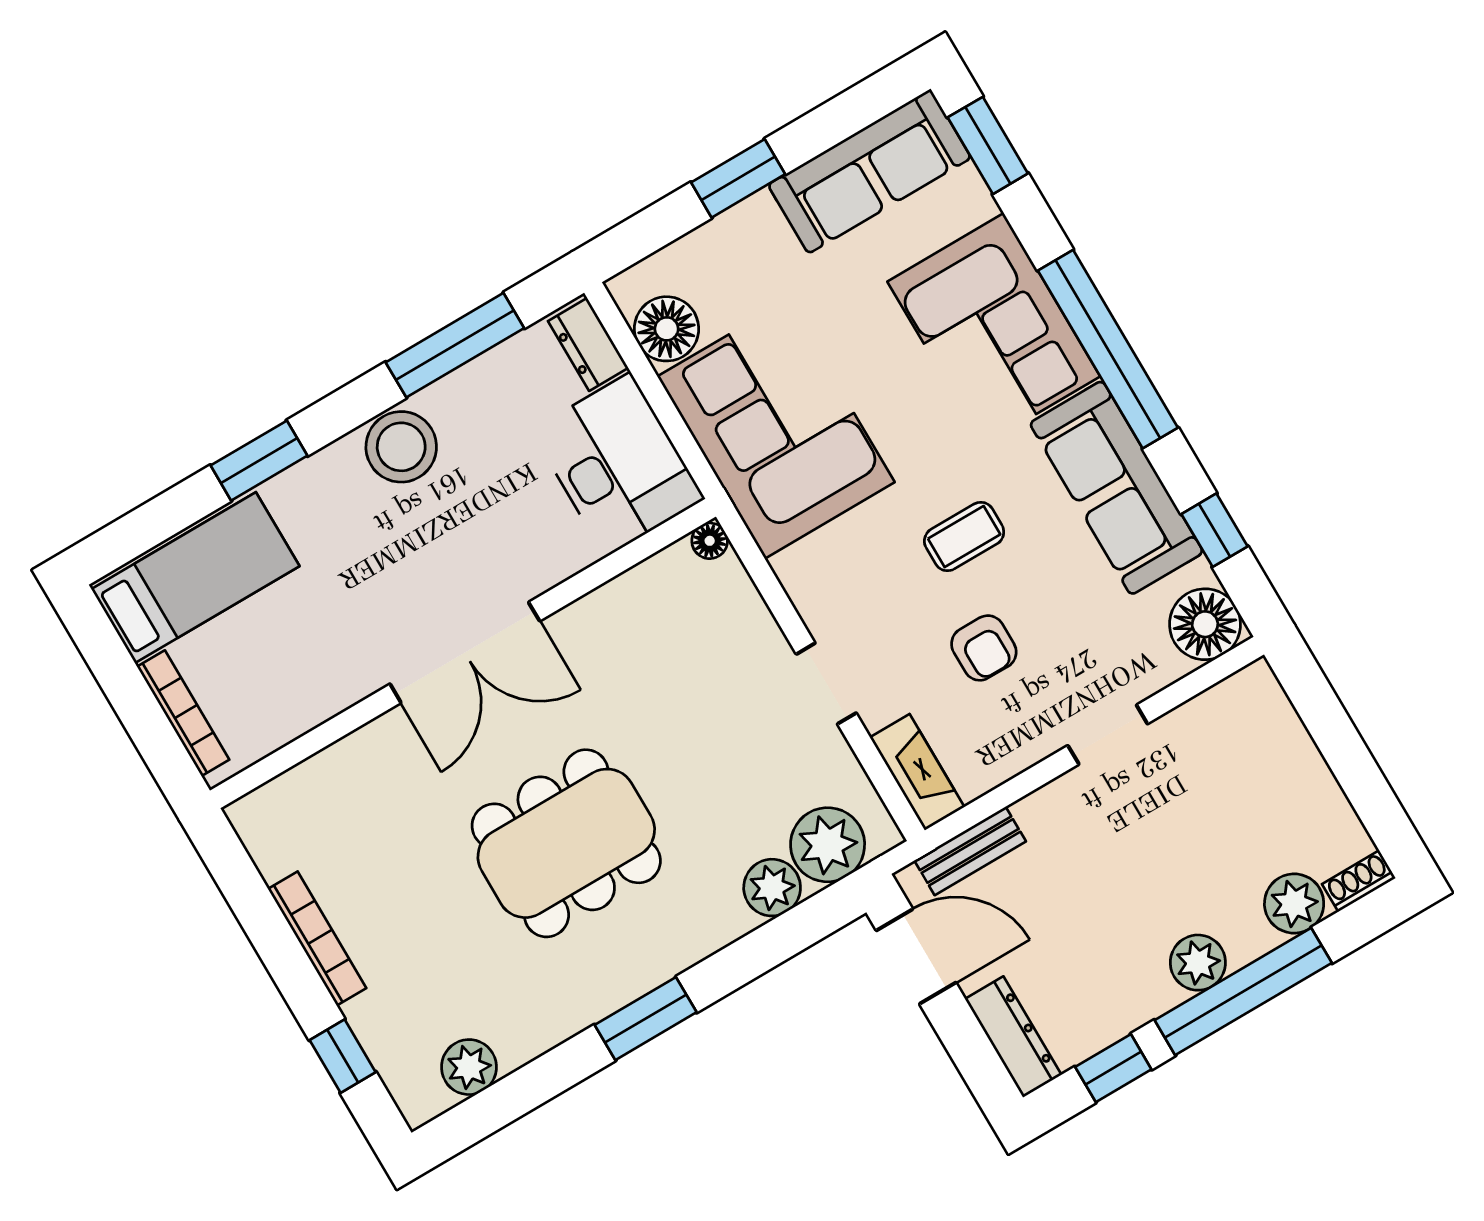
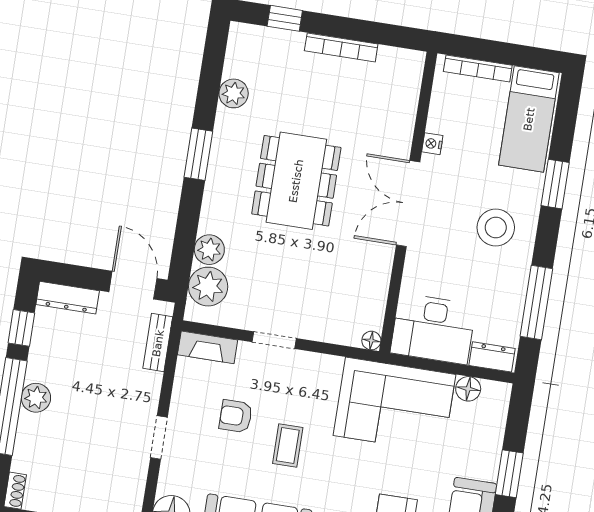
floor lamp: (667, 329) -> (468, 389), width x0.73, depth x0.73
stool: (401, 447) -> (496, 227), moved
nightstand: (348, 689) -> (432, 144), added
plant: (1294, 904) -> (28, 457), removed
door: (916, 956) -> (133, 285), swing flipped
plant: (469, 1067) -> (234, 93), moved

